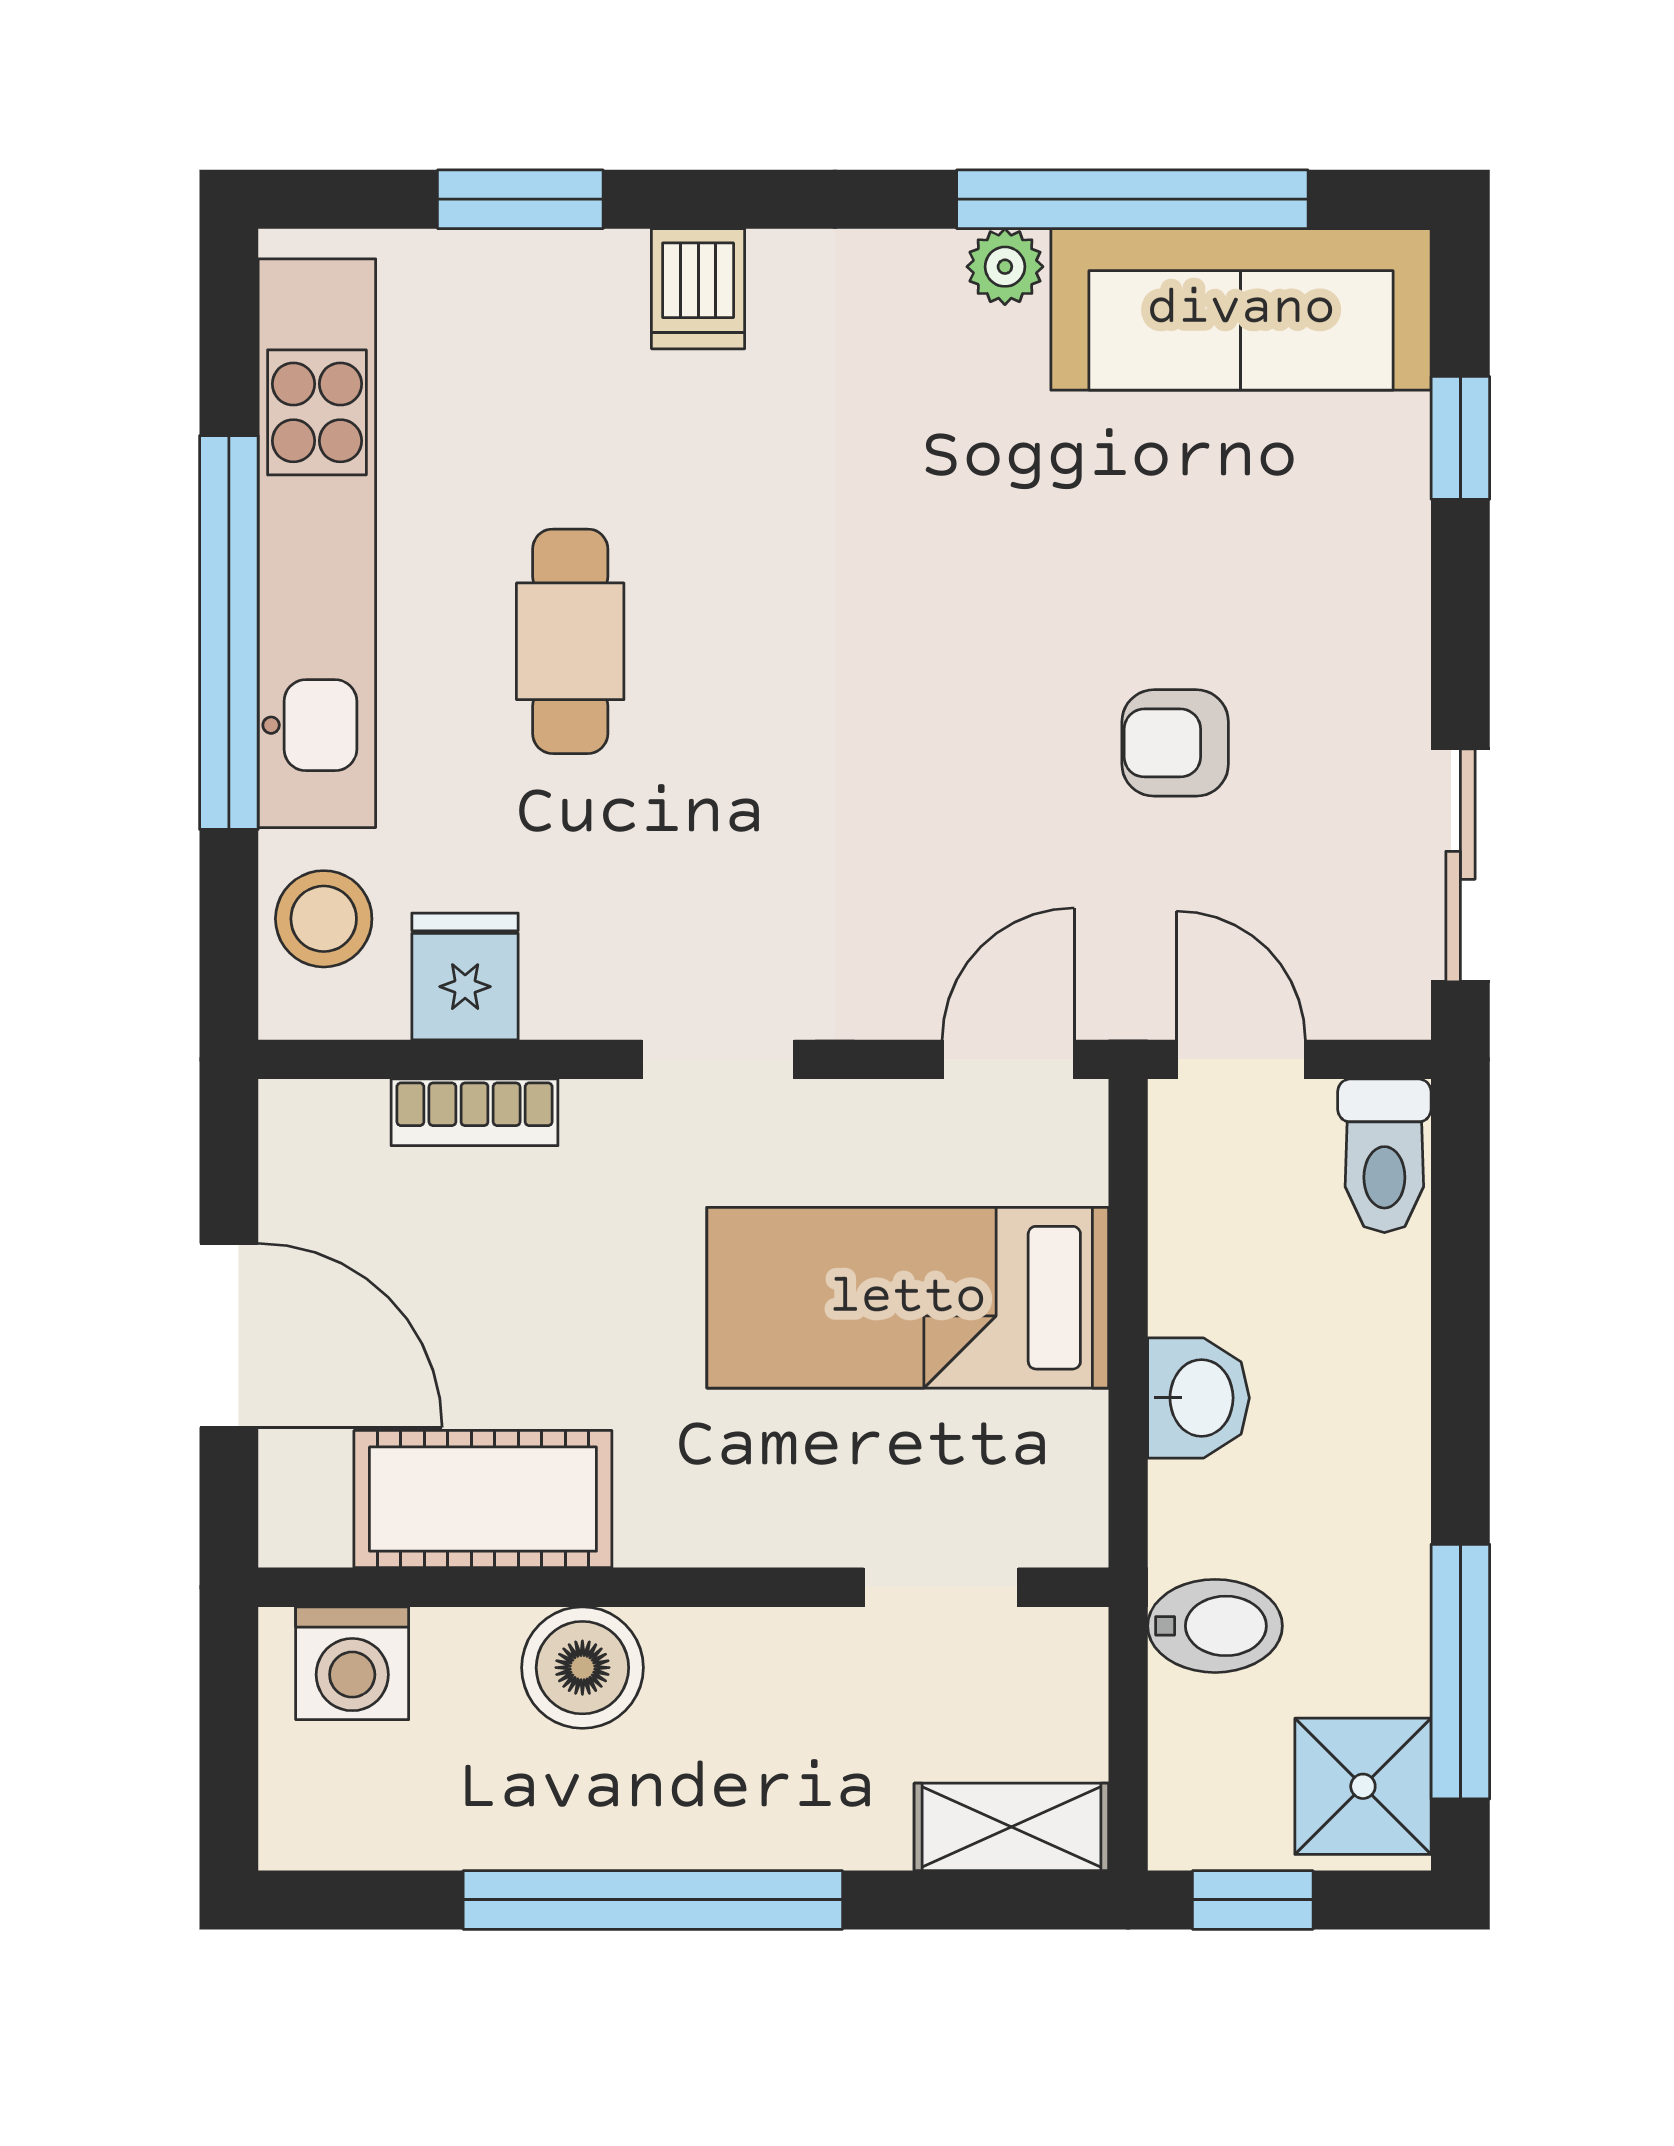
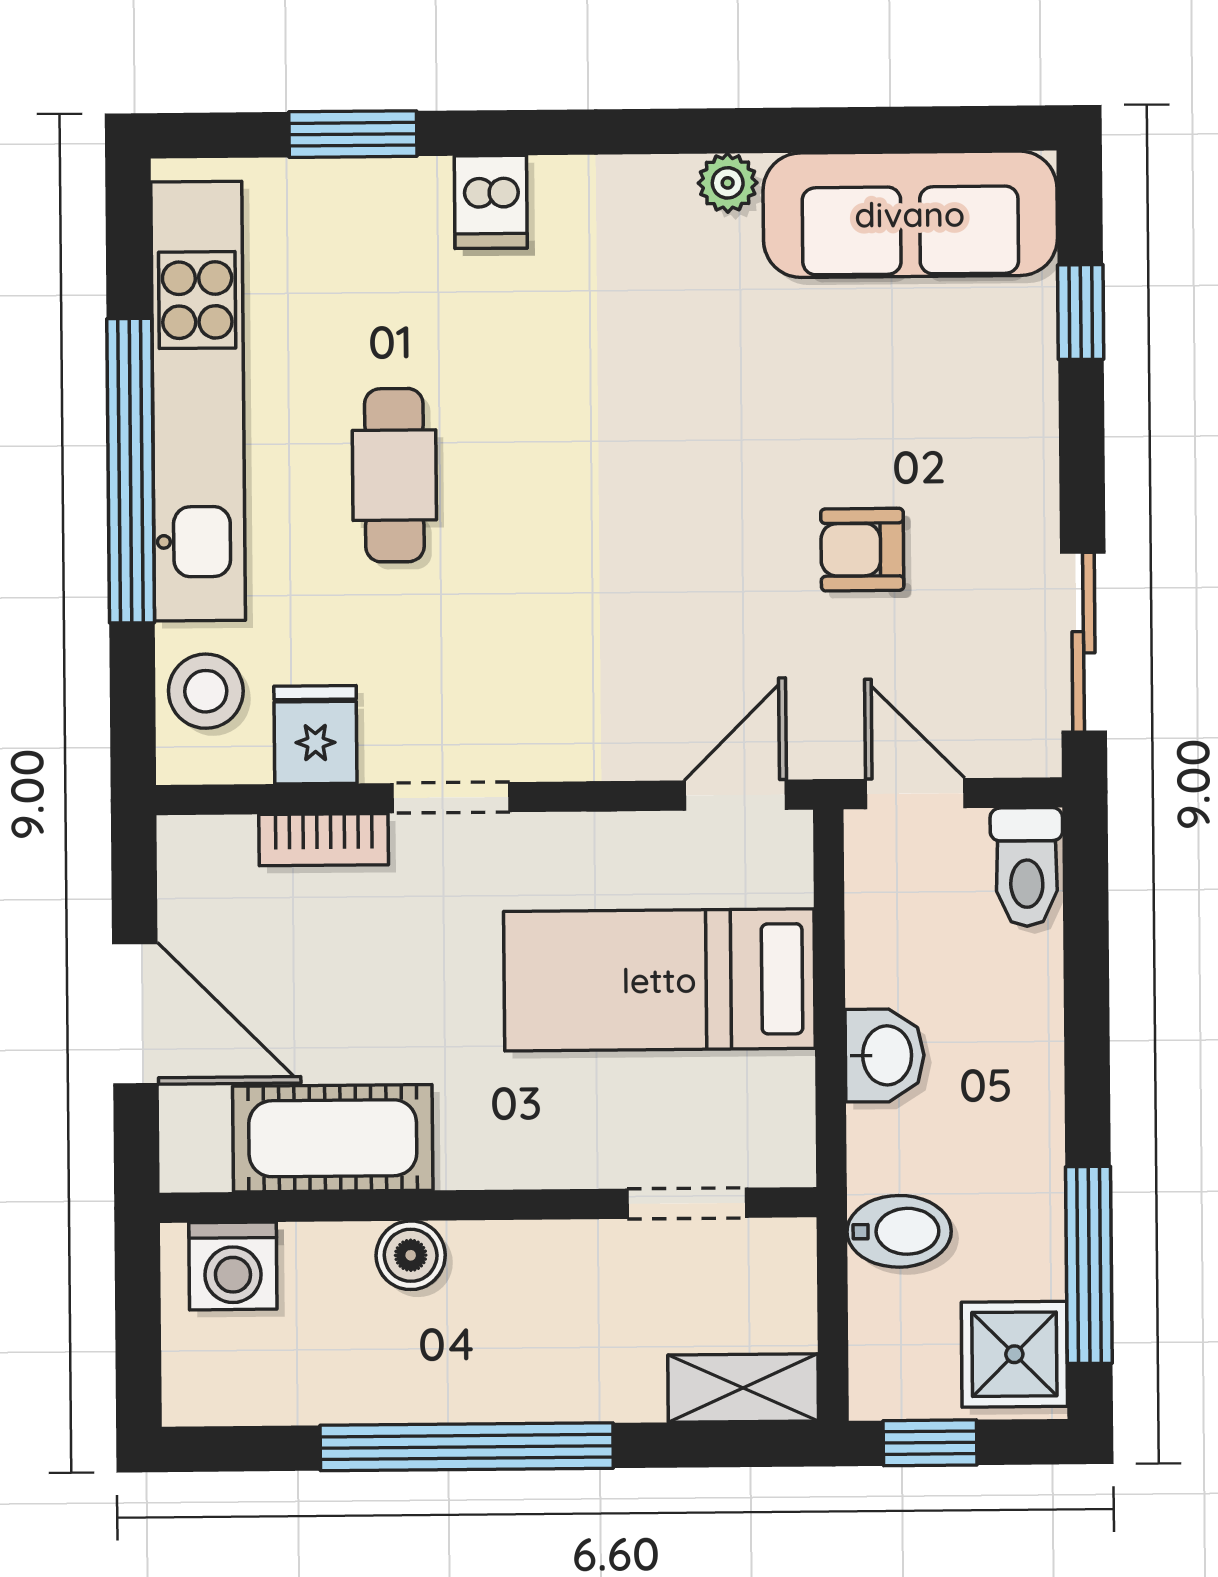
window: (1132, 199) -> (826, 130), removed
doorway: (718, 1059) -> (451, 798), moved
boiler: (582, 1668) -> (411, 1255), width x0.73, depth x0.73

